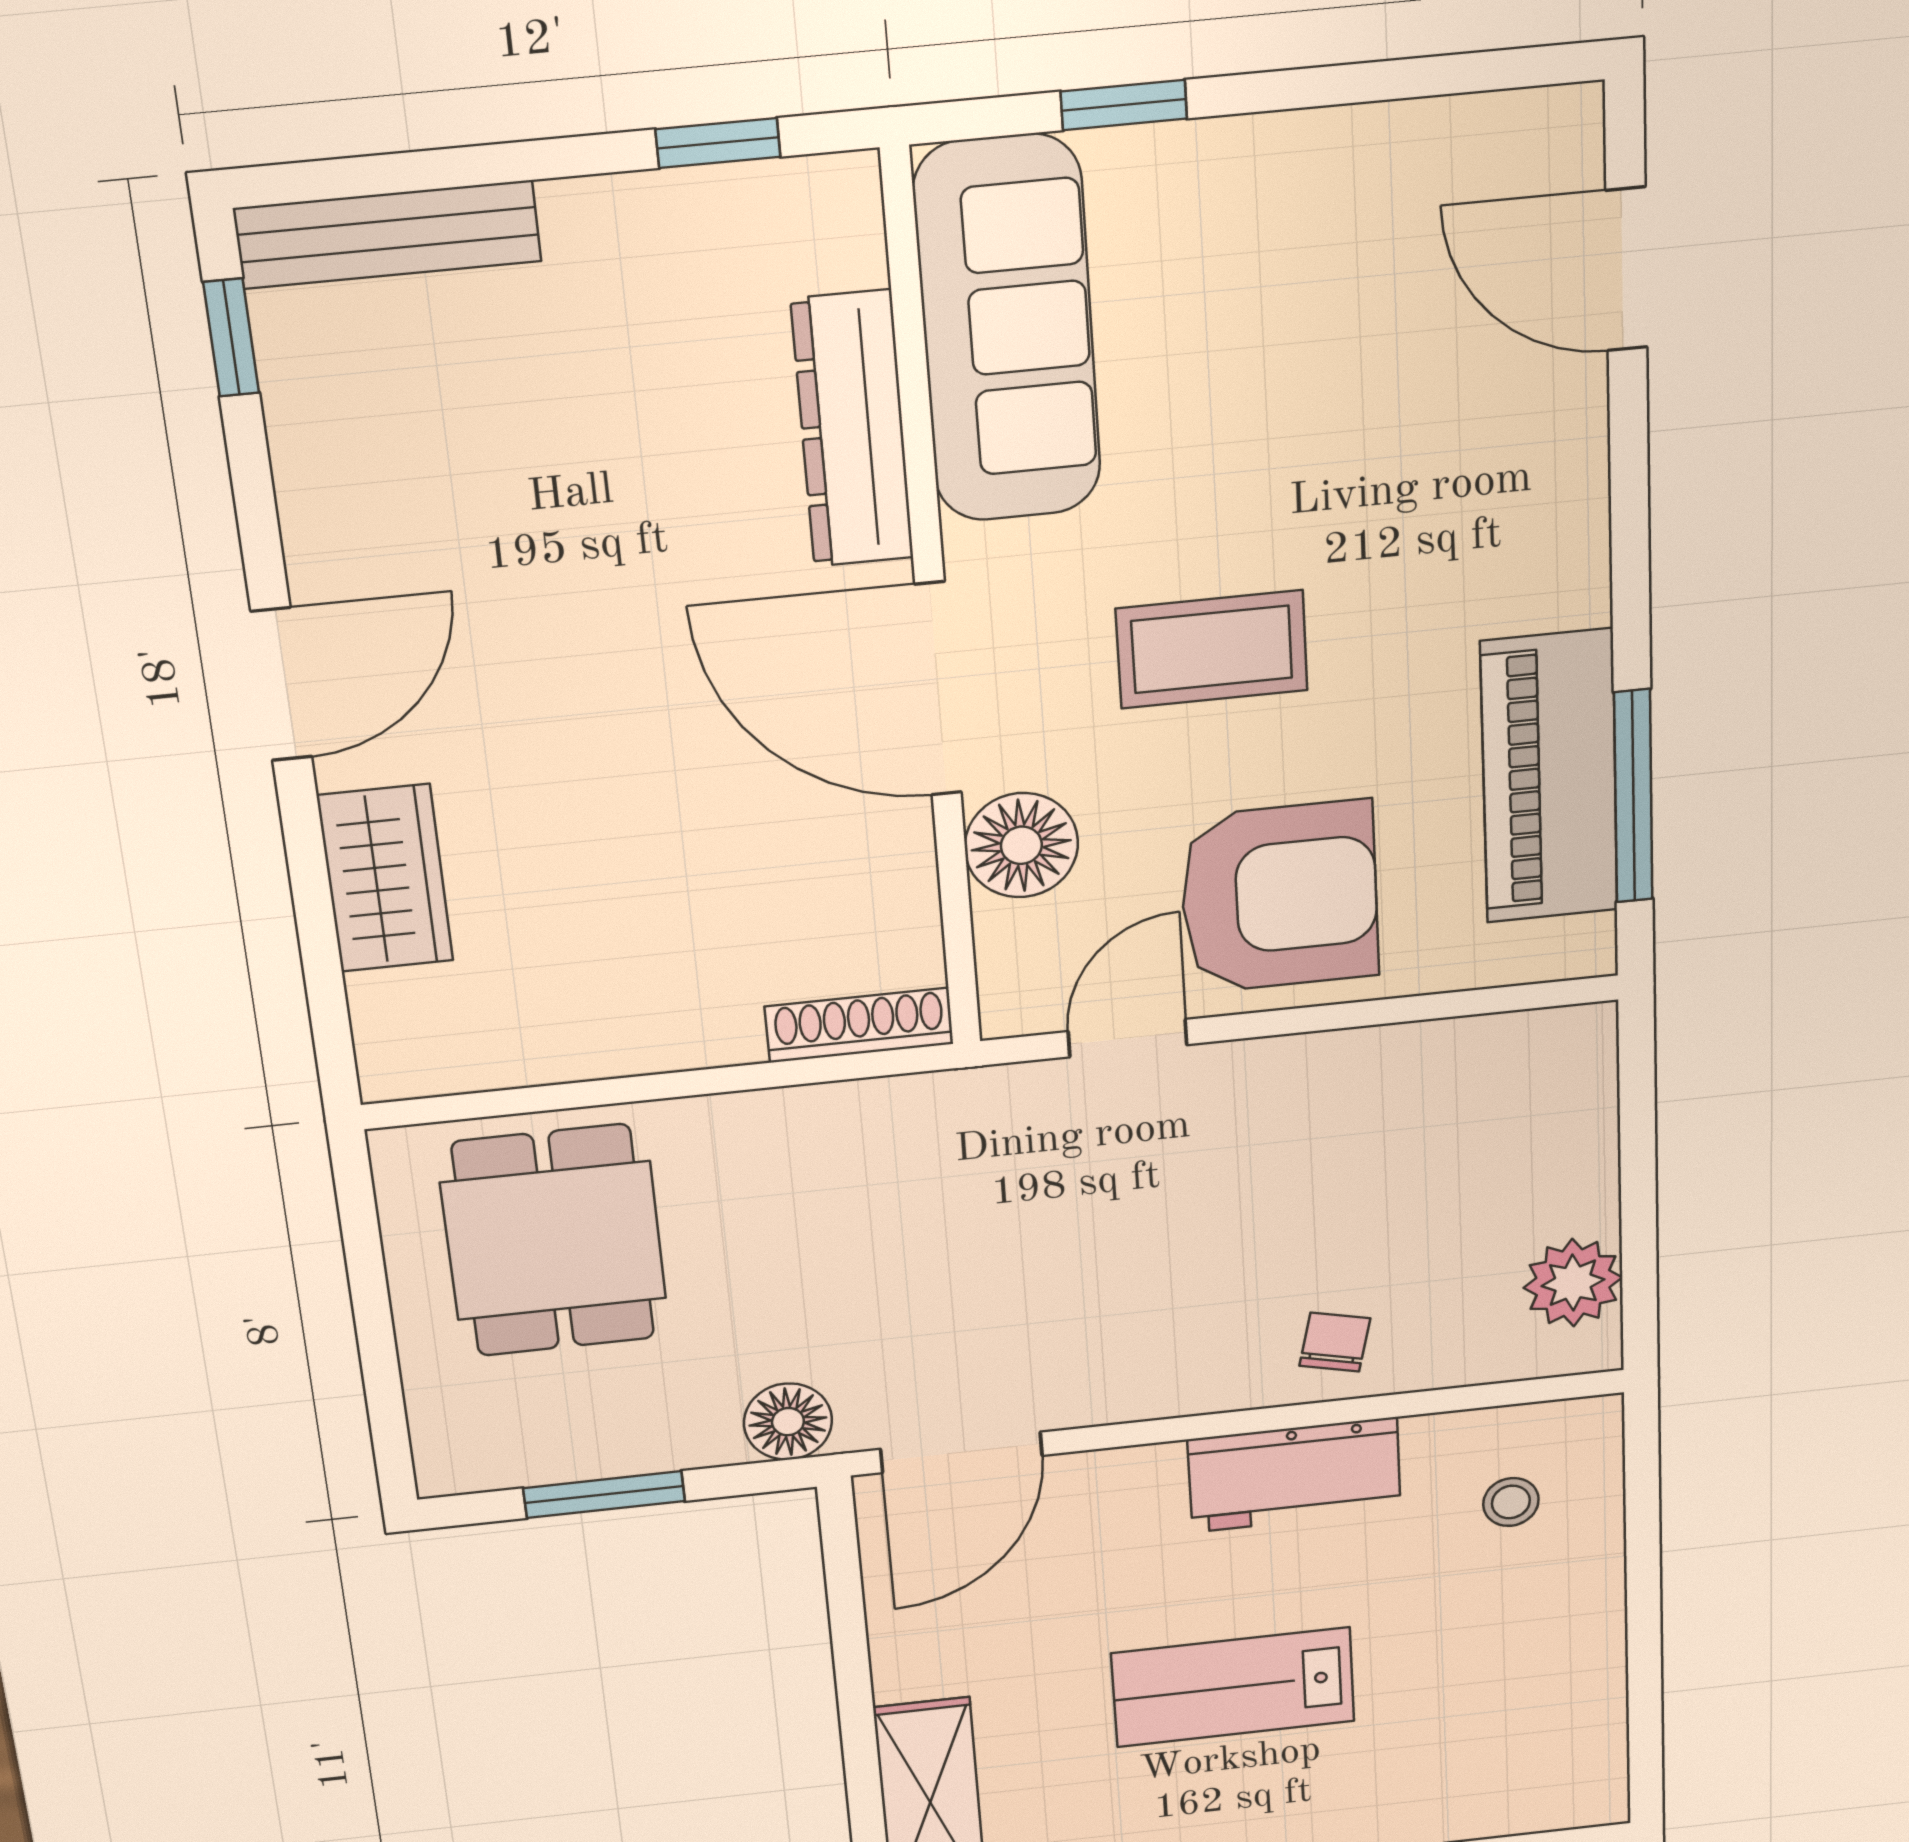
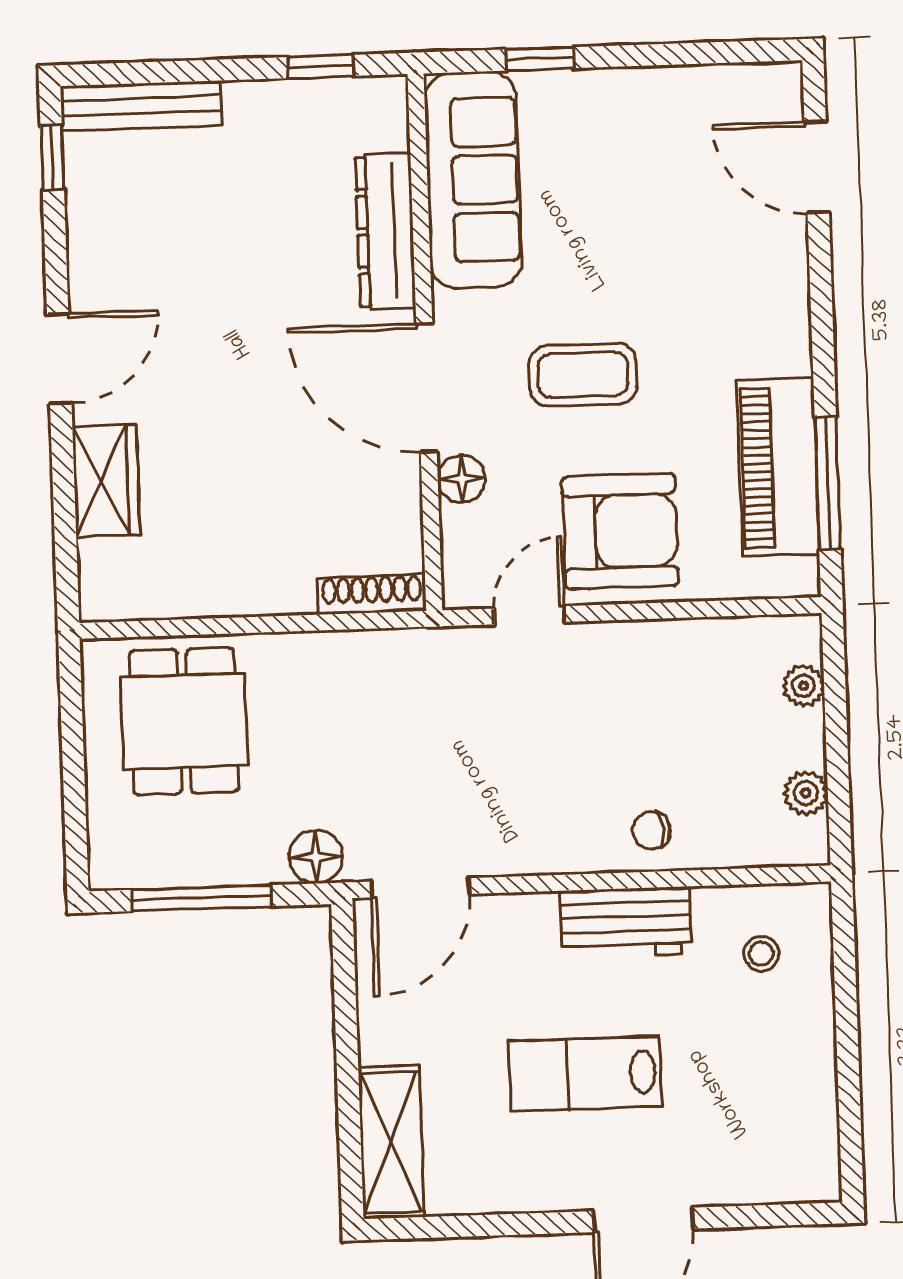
floor lamp: (1021, 845) -> (461, 479), width x0.73, depth x0.73
plant: (1586, 1112) -> (803, 686), added
plant: (1573, 1283) -> (806, 793), width x0.73, depth x0.73
chair: (1335, 1342) -> (651, 831), turned -108
window: (604, 1495) -> (201, 898), width x1.44

